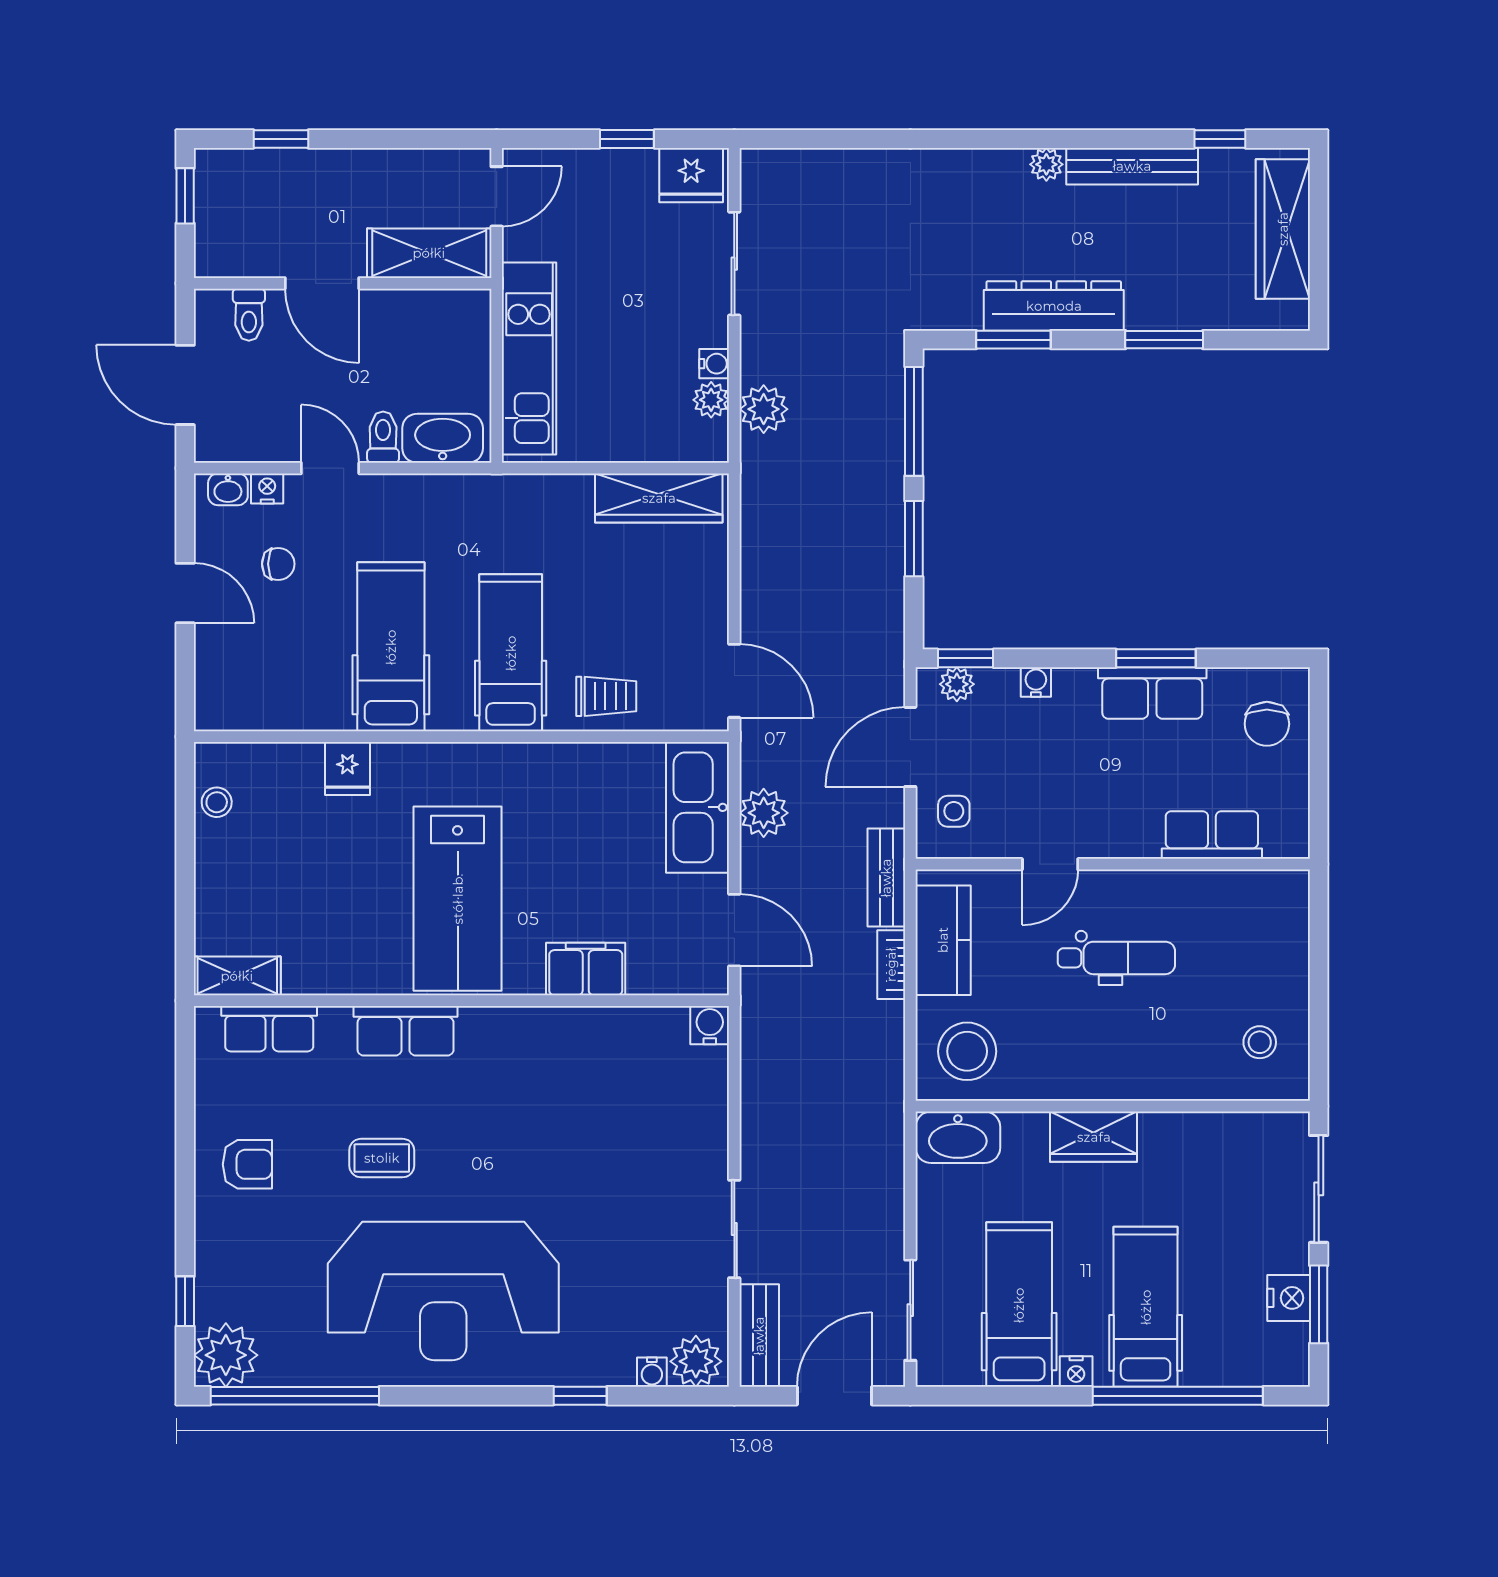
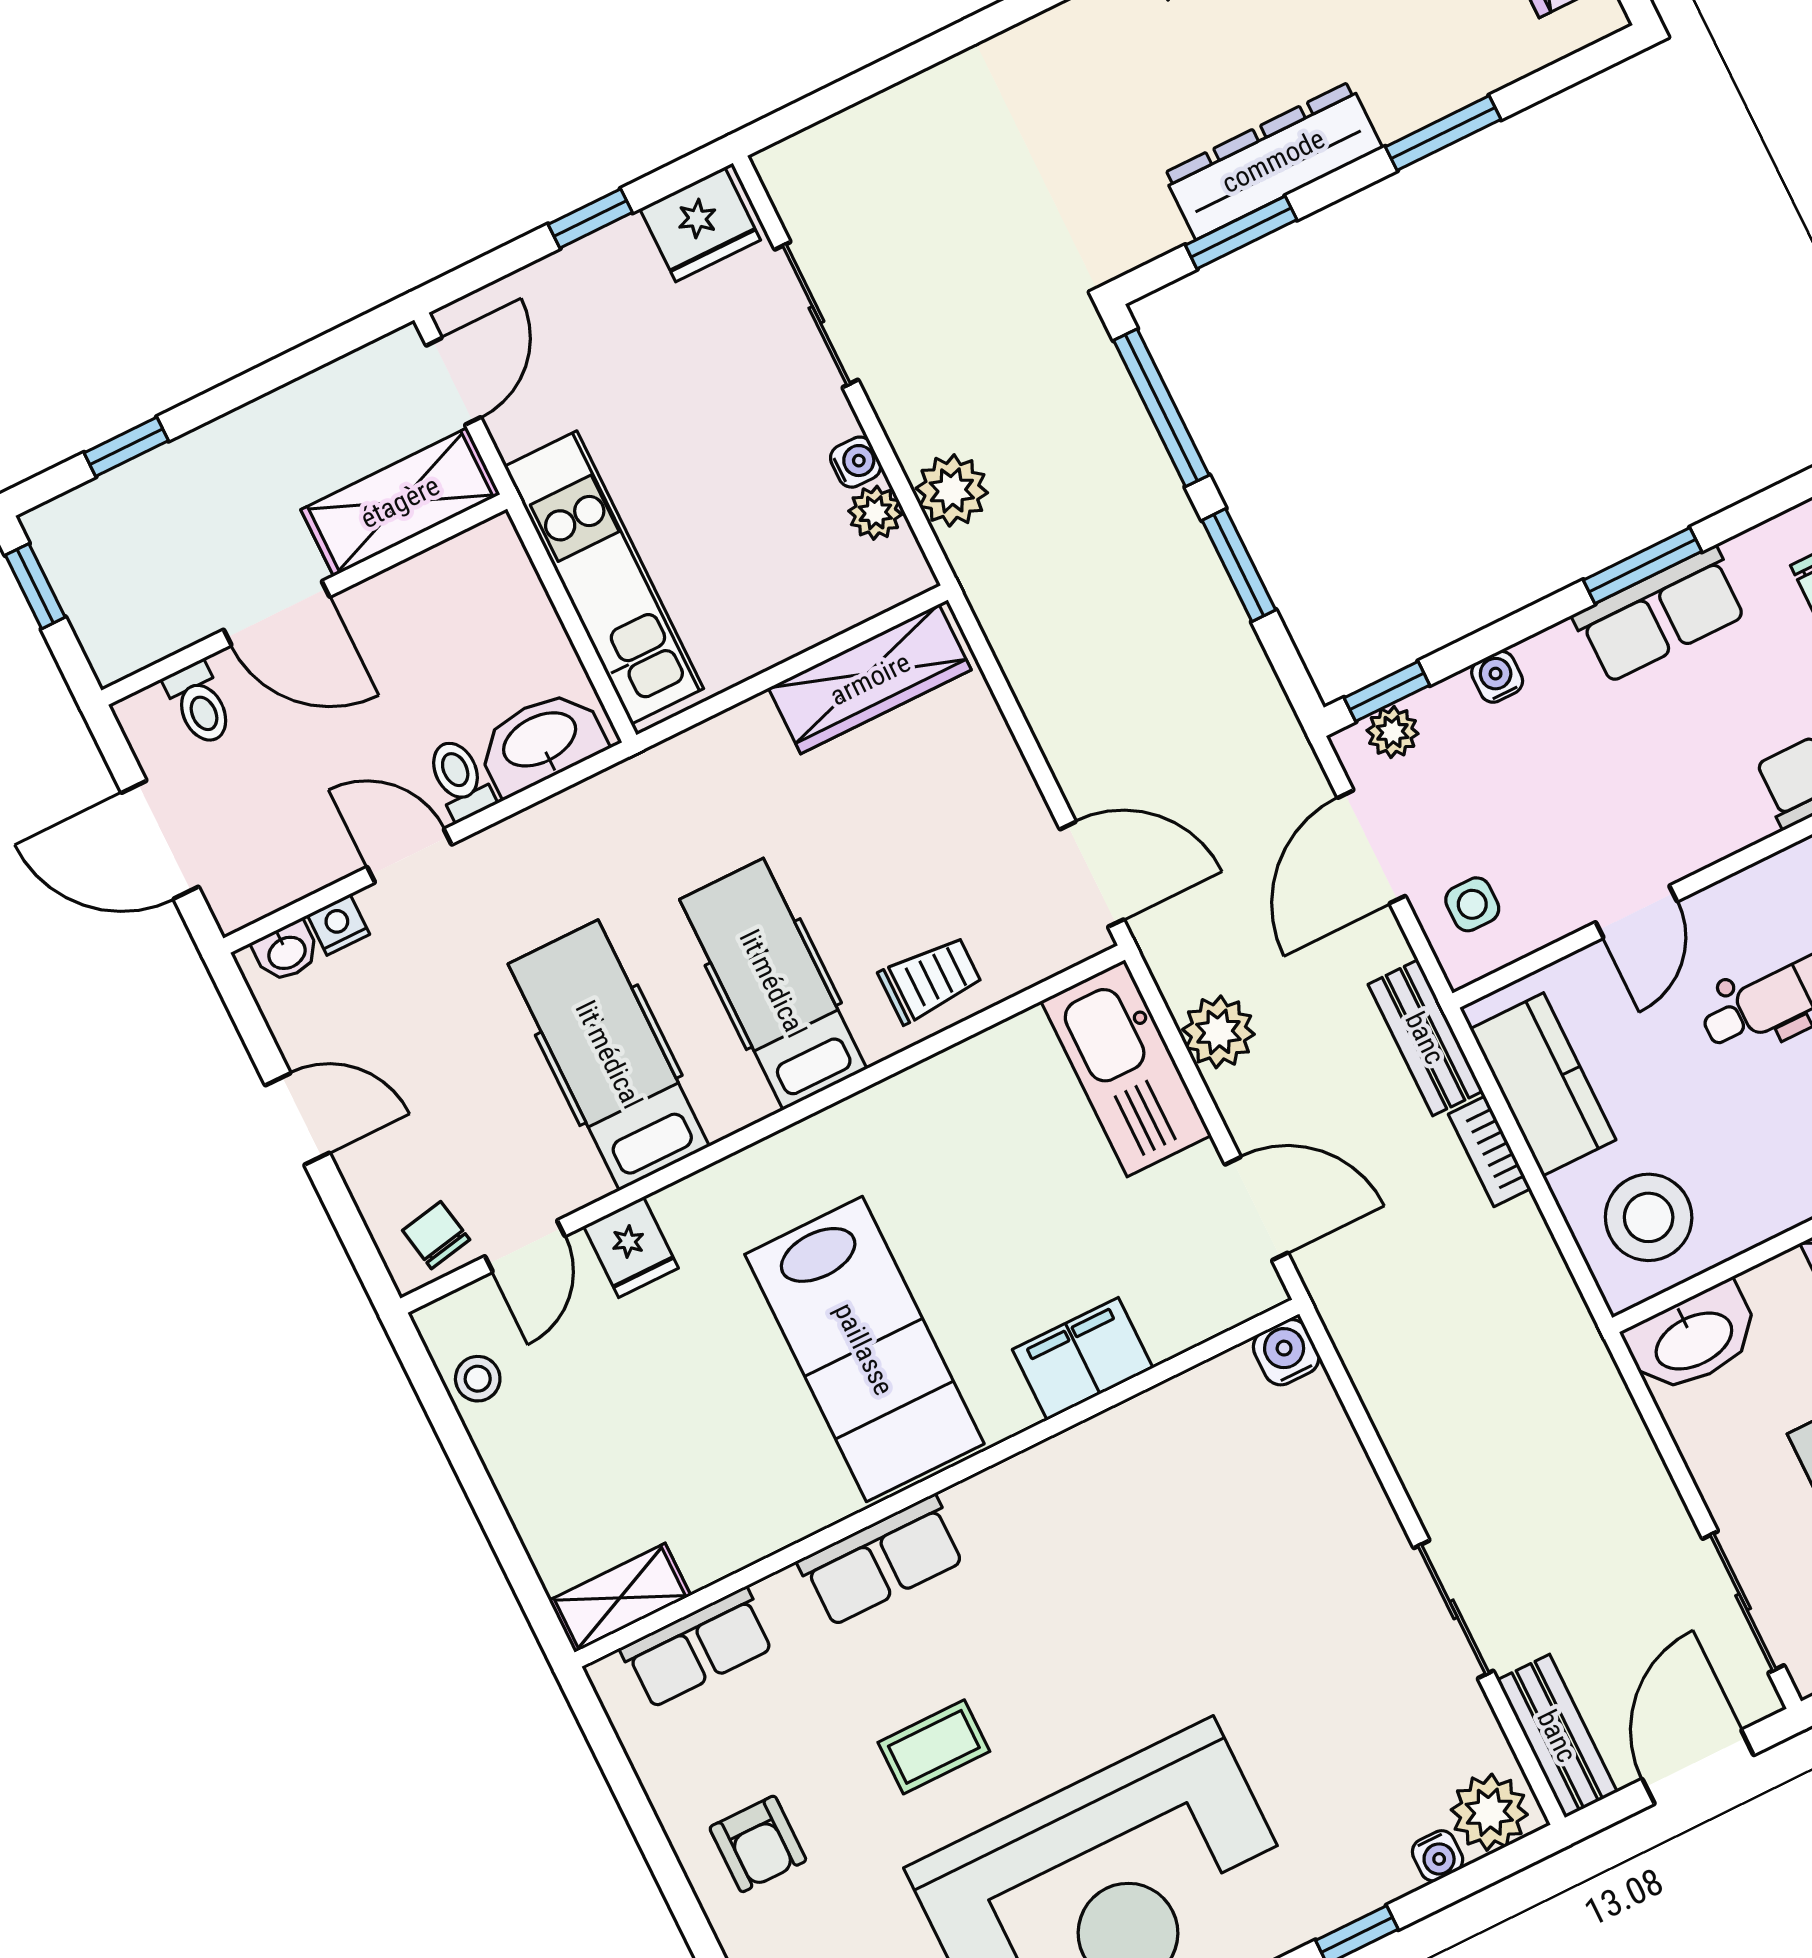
chair: (278, 564) -> (436, 1235), moved, turned -101
door: (284, 737) -> (525, 1246), added
armchair: (247, 1164) -> (758, 1844), turned 90

